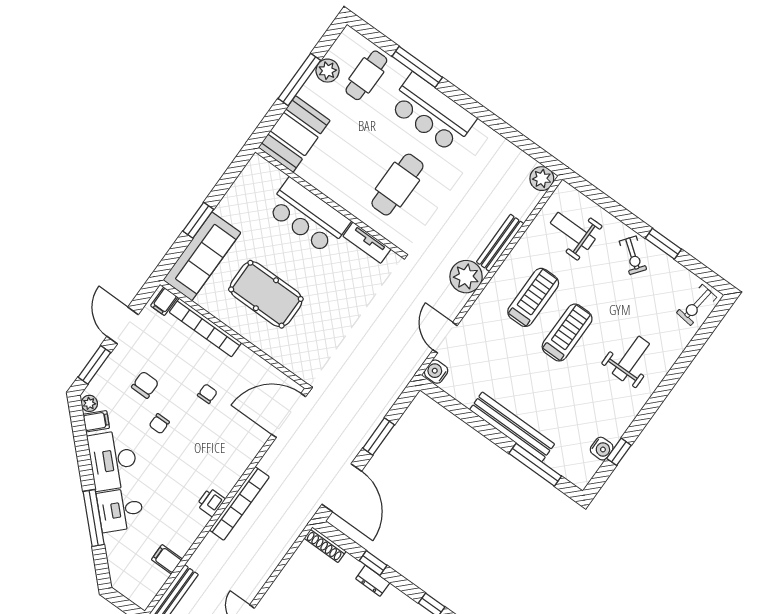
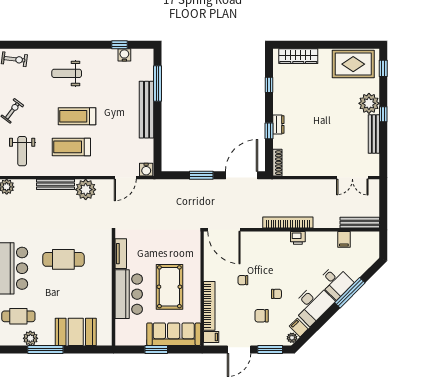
wall: (329, 202) -> (113, 288), moved
bar counter: (308, 216) -> (129, 294), moved
tv unit: (367, 243) -> (121, 254), moved

